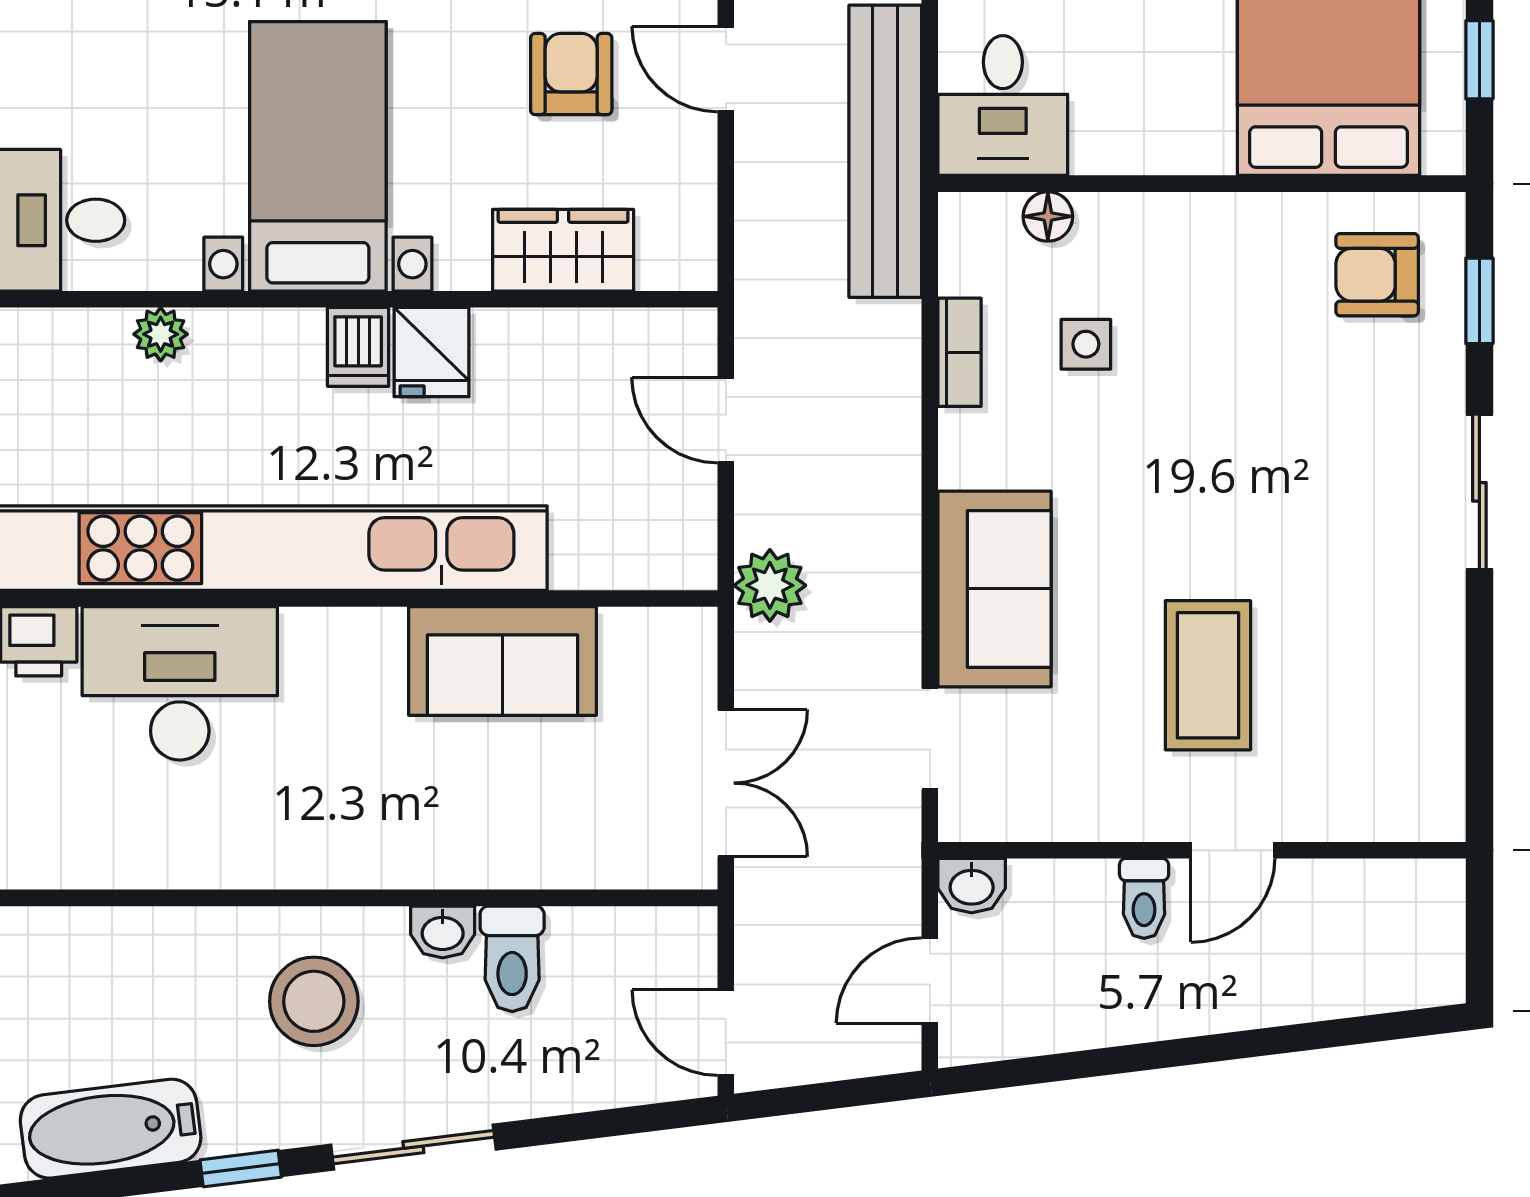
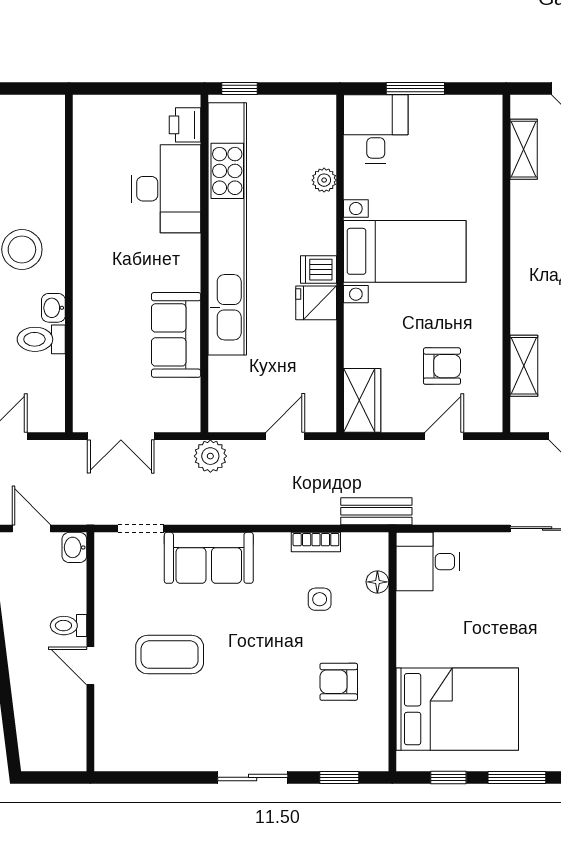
bench: (885, 151) -> (376, 511), width x0.54, depth x0.82
wardrobe: (563, 250) -> (362, 400), moved
armchair: (1377, 275) -> (339, 682), moved, turned -90

